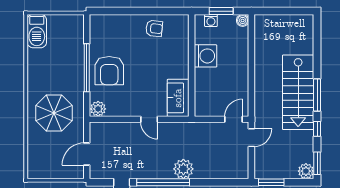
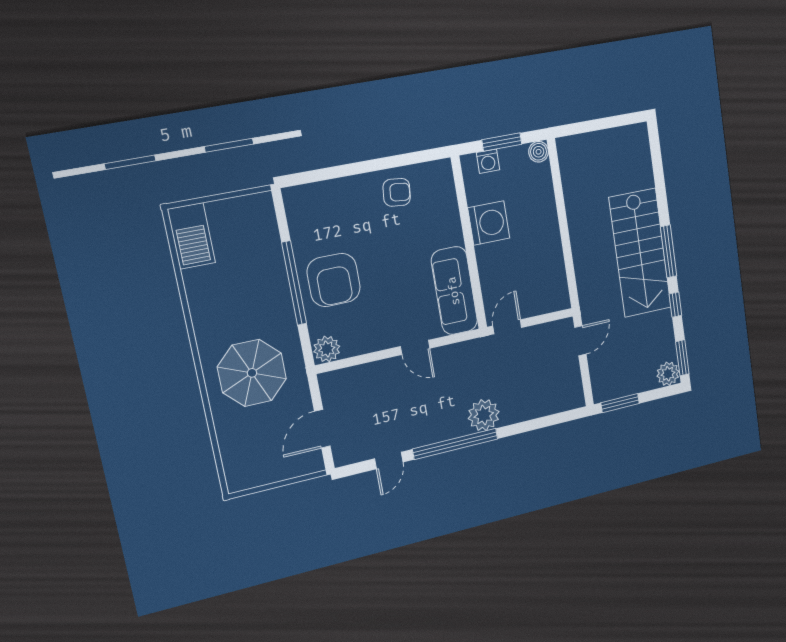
sofa: (178, 98) -> (454, 291), width x1.36
door: (234, 119) -> (507, 327), moved

